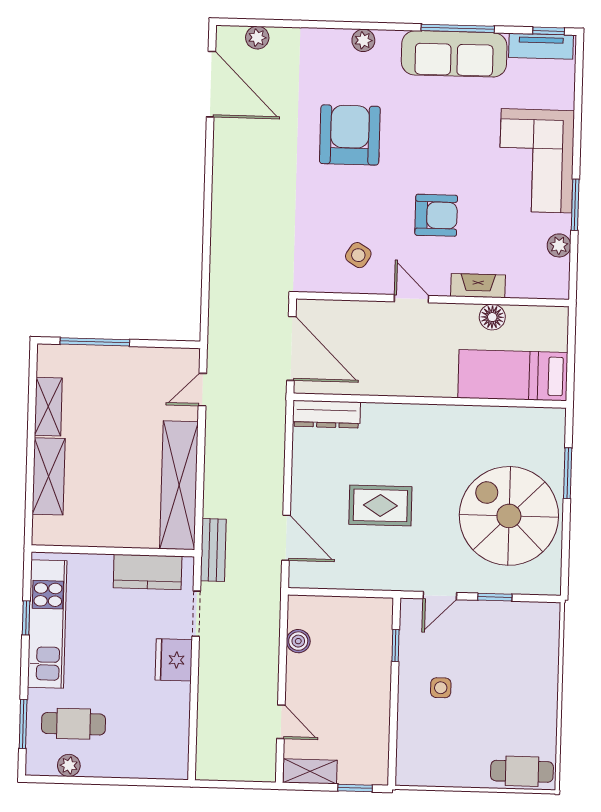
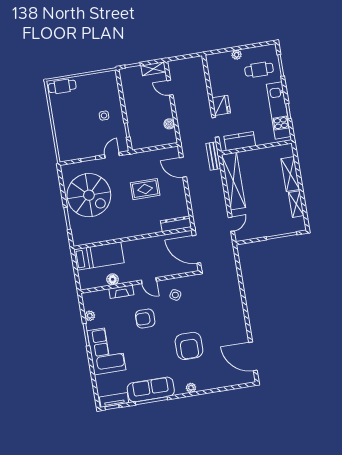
plant: (257, 38) -> (237, 380), removed
plant: (69, 765) -> (237, 55), moved

